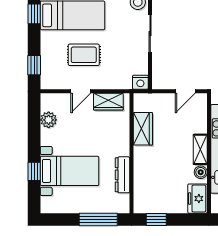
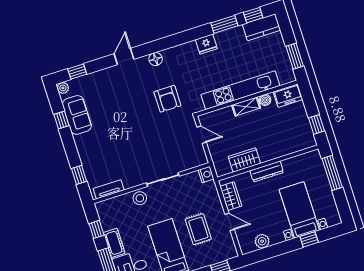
dresser: (123, 175) -> (267, 172), moved

